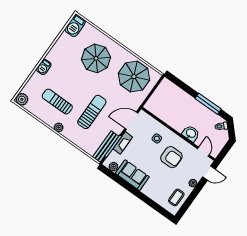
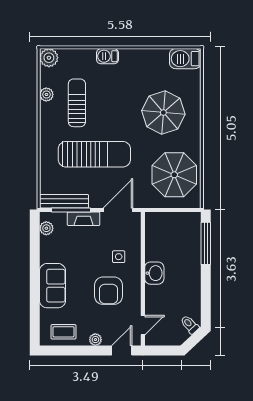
window: (208, 104) -> (206, 243), moved
sun lounger: (92, 112) -> (94, 154), width x1.36, depth x1.34
door: (131, 121) -> (118, 210), hinge flipped
plant: (59, 127) -> (46, 94), moved
washbasin: (191, 133) -> (154, 273), moved
door: (209, 173) -> (122, 351), swing flipped
sofa: (132, 175) -> (52, 286), moved

